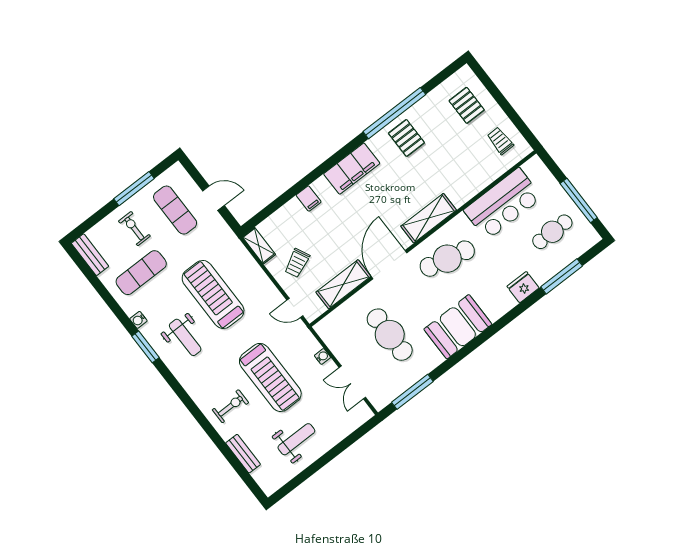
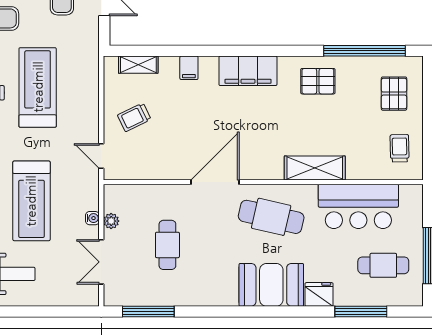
window: (394, 113) -> (365, 51), moved
pallet: (406, 138) -> (318, 81), turned 90
shelving: (429, 218) -> (315, 168), moved
shelving: (259, 246) -> (138, 65), moved, turned 90
shelving: (343, 284) -> (161, 168), removed
booth: (458, 327) -> (271, 285), moved
cafe table: (390, 335) -> (167, 245), width x0.73, depth x0.74
plant: (337, 348) -> (111, 221), added

